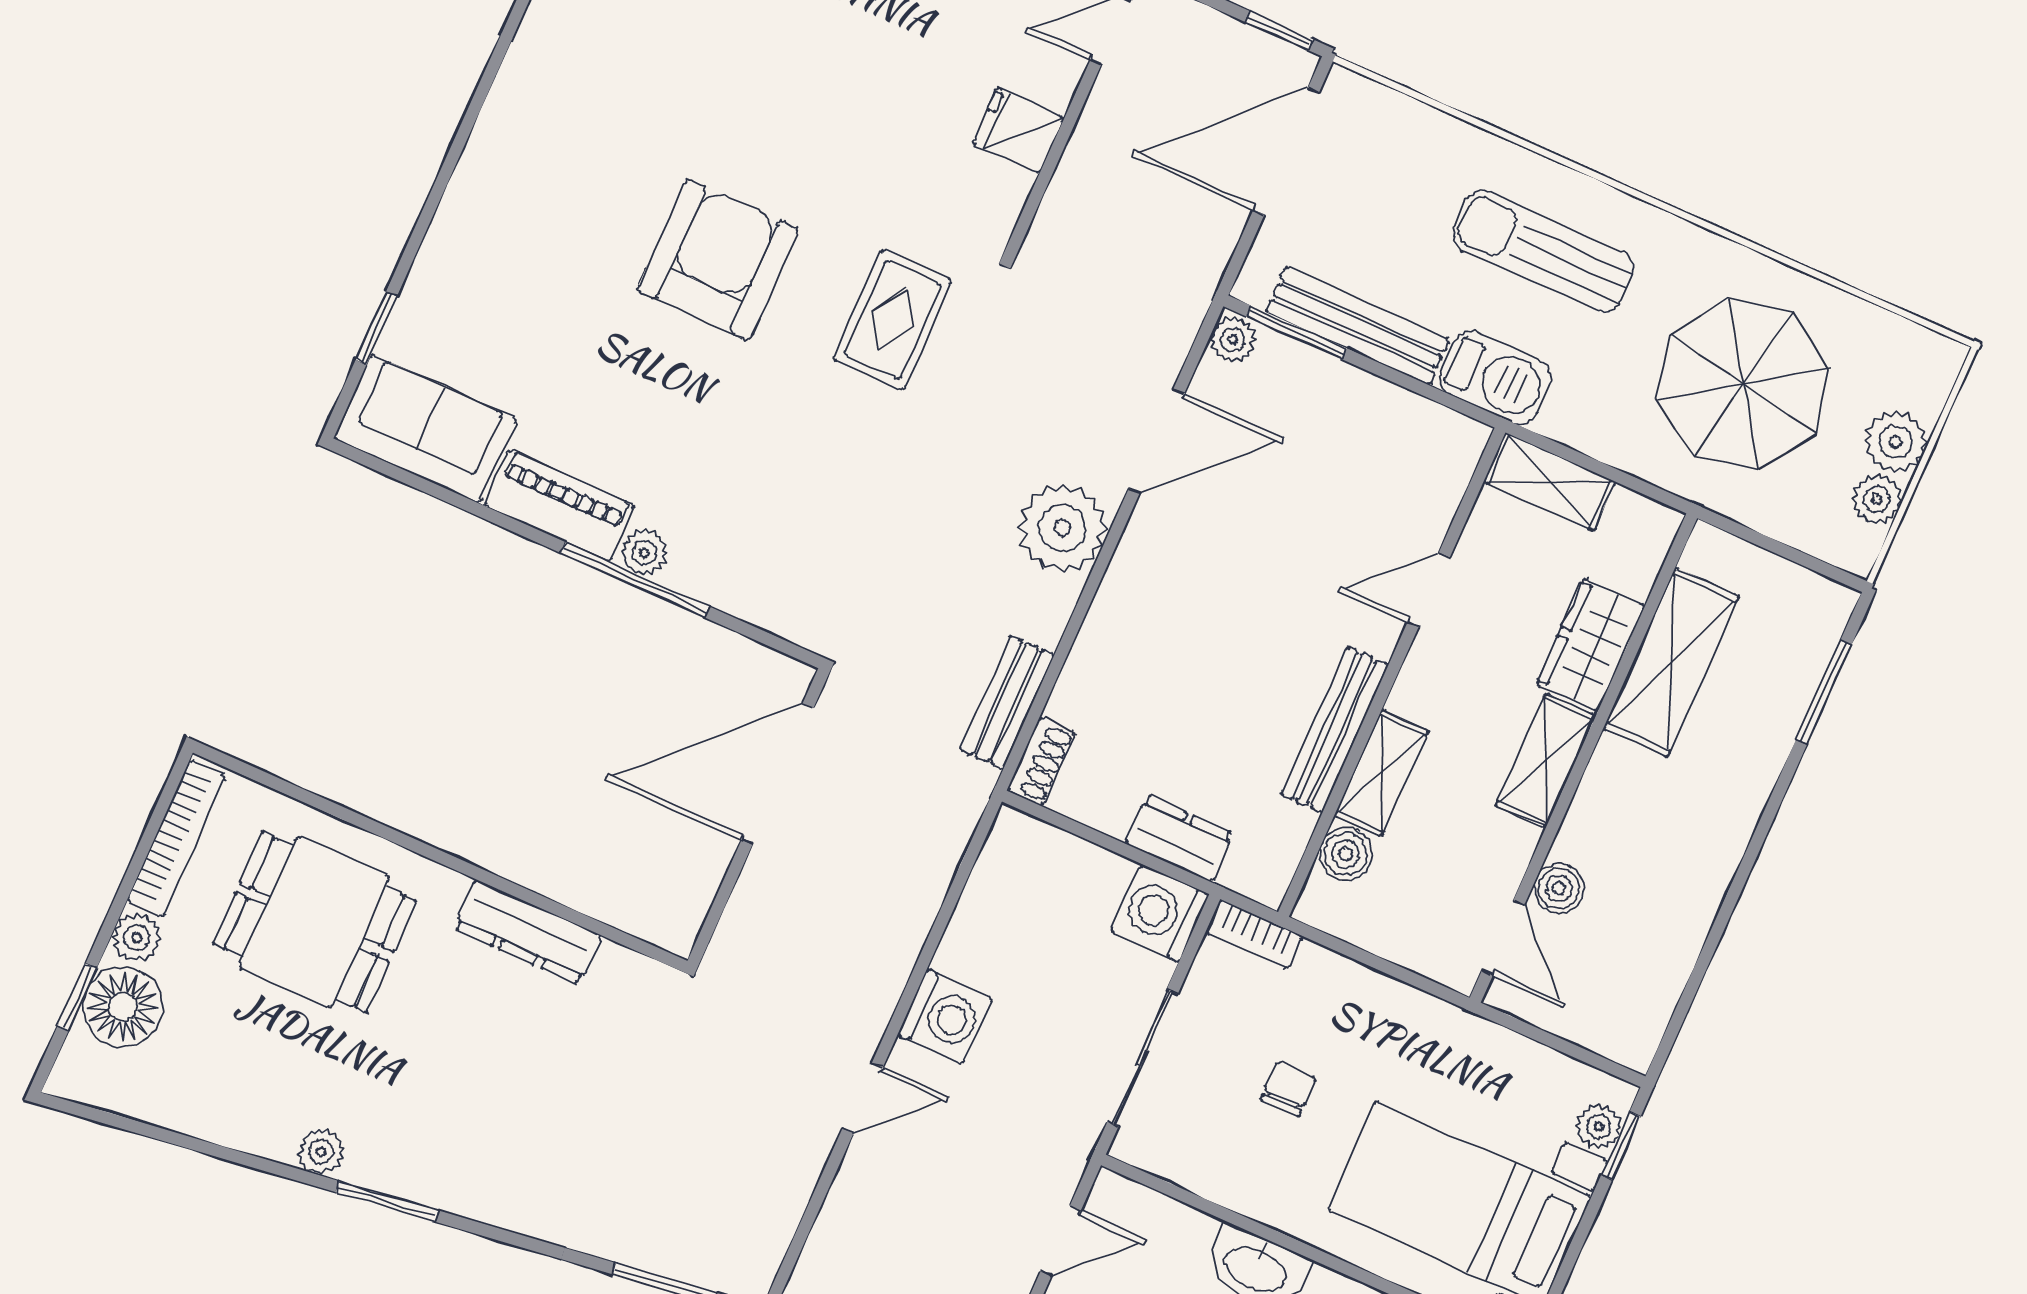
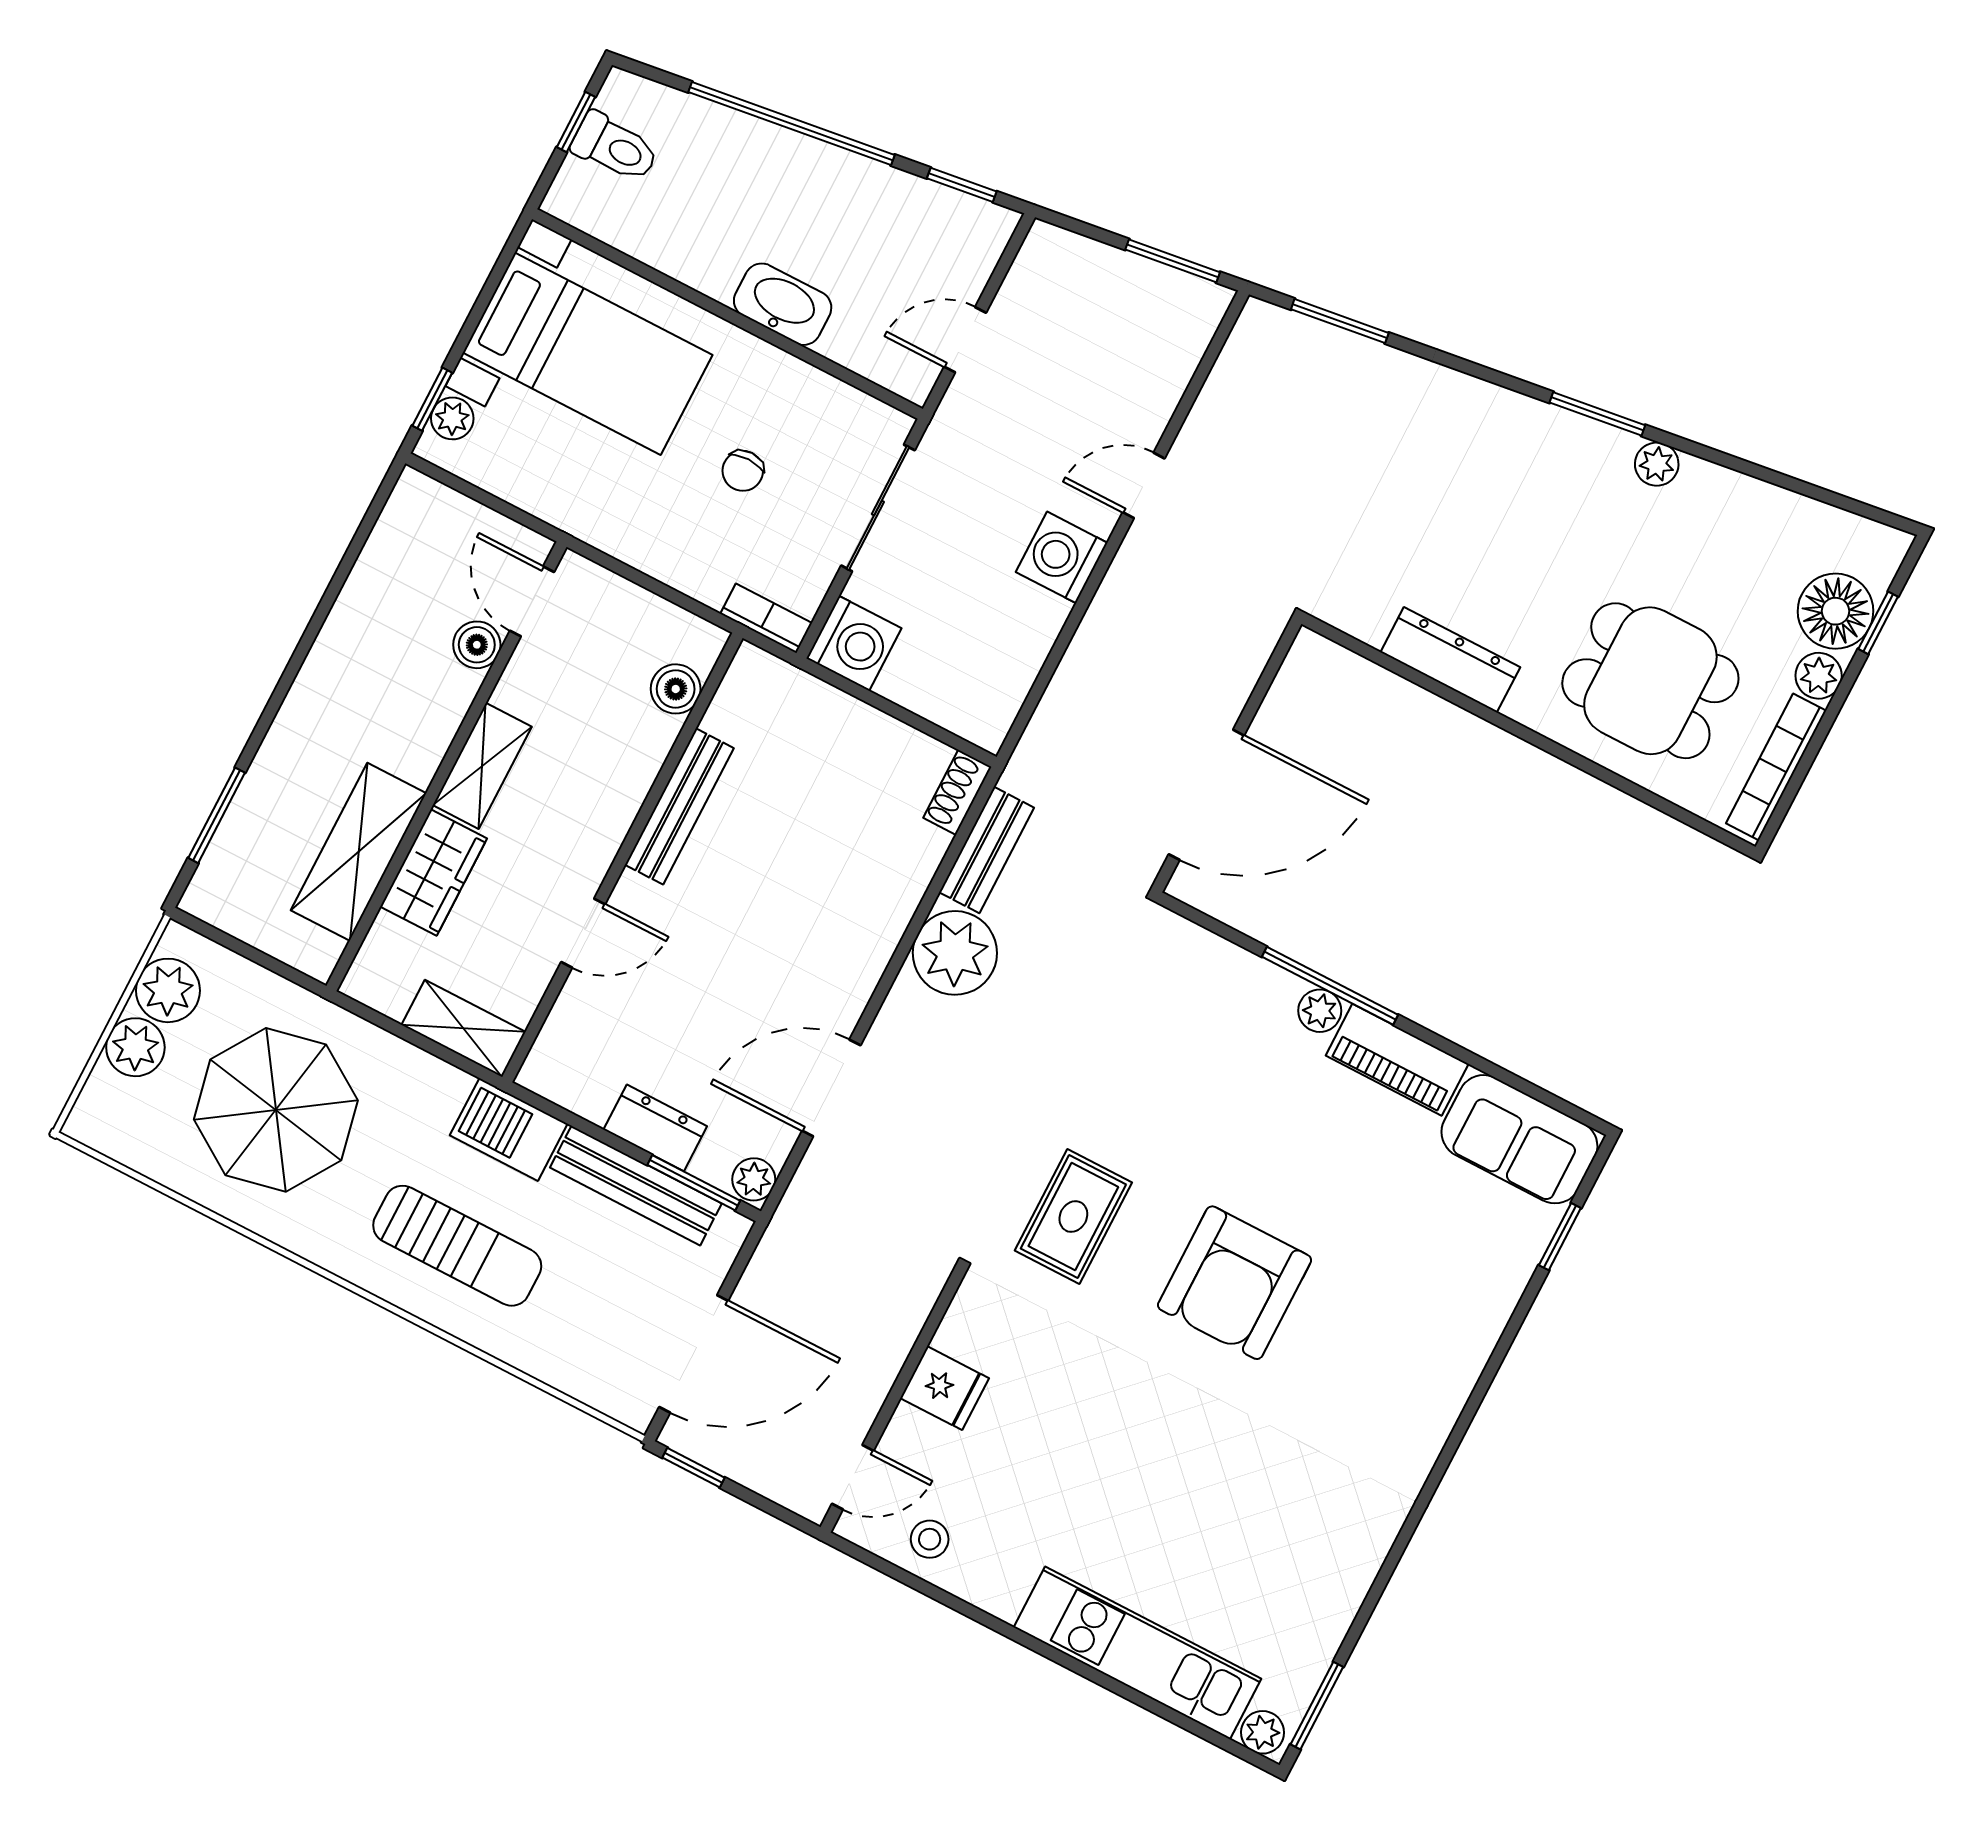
plant: (1877, 499) -> (168, 990), width x1.38, depth x1.38
plant: (1062, 528) -> (955, 953), moved
shelving: (1381, 773) -> (638, 763), removed
dresser: (1179, 838) -> (655, 1128), moved, turned 180

